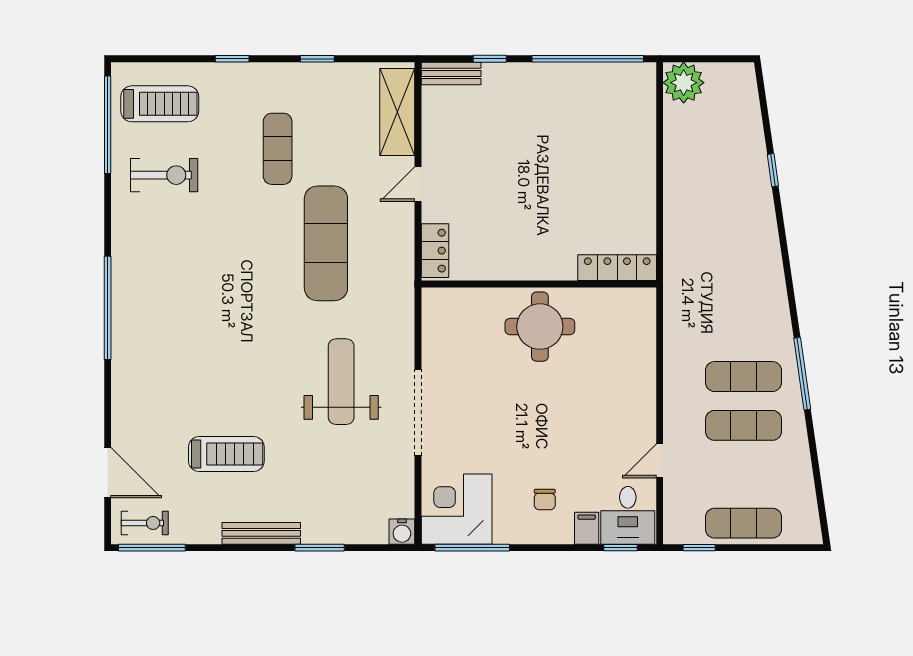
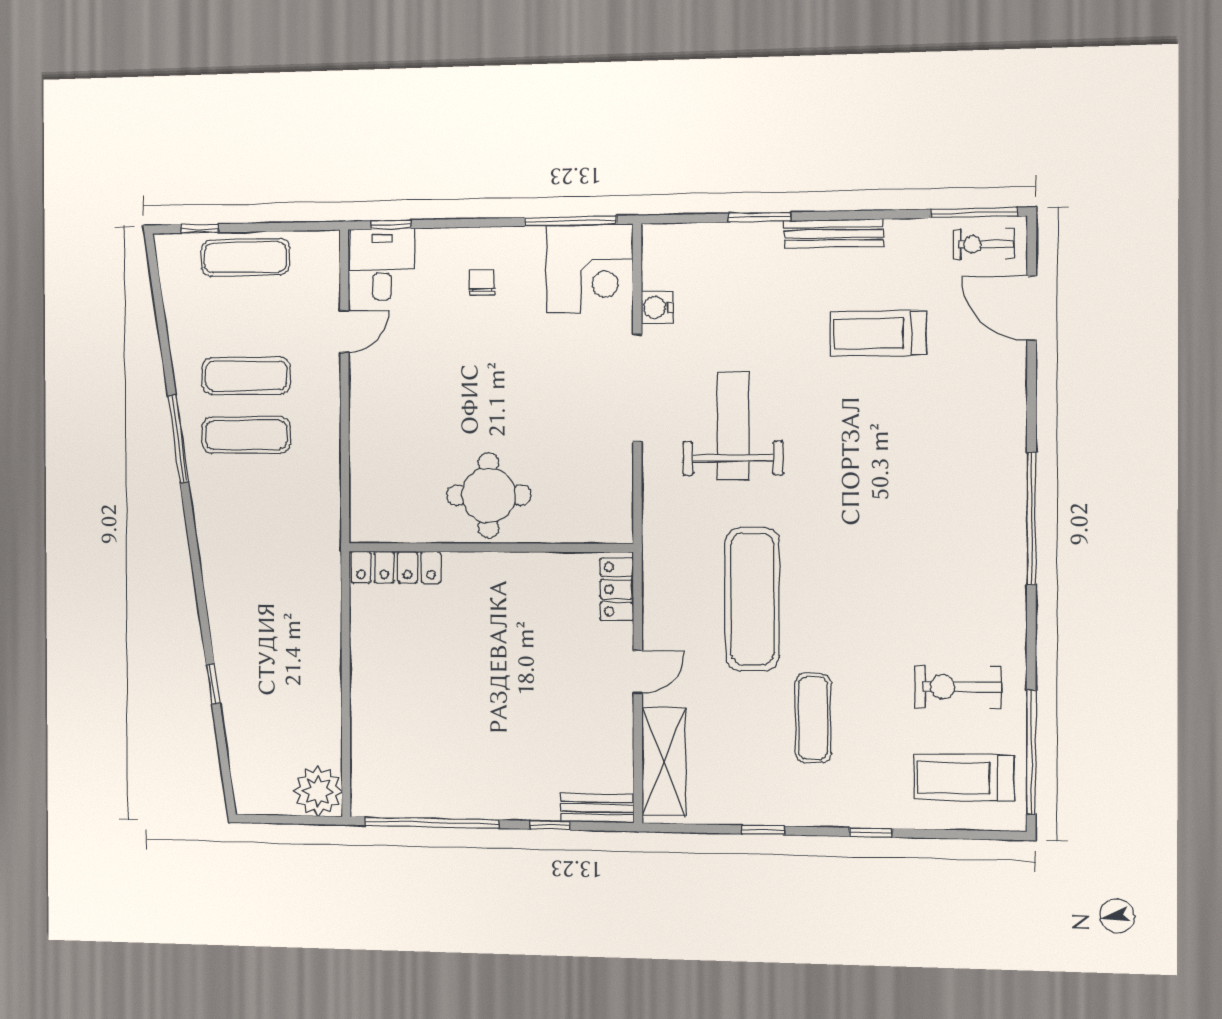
weight bench: (341, 382) -> (733, 426), turned 180
filing cabinet: (587, 528) -> (431, 248), removed
water cooler: (402, 532) -> (657, 307), moved, turned -90
window: (699, 548) -> (199, 229), moved

